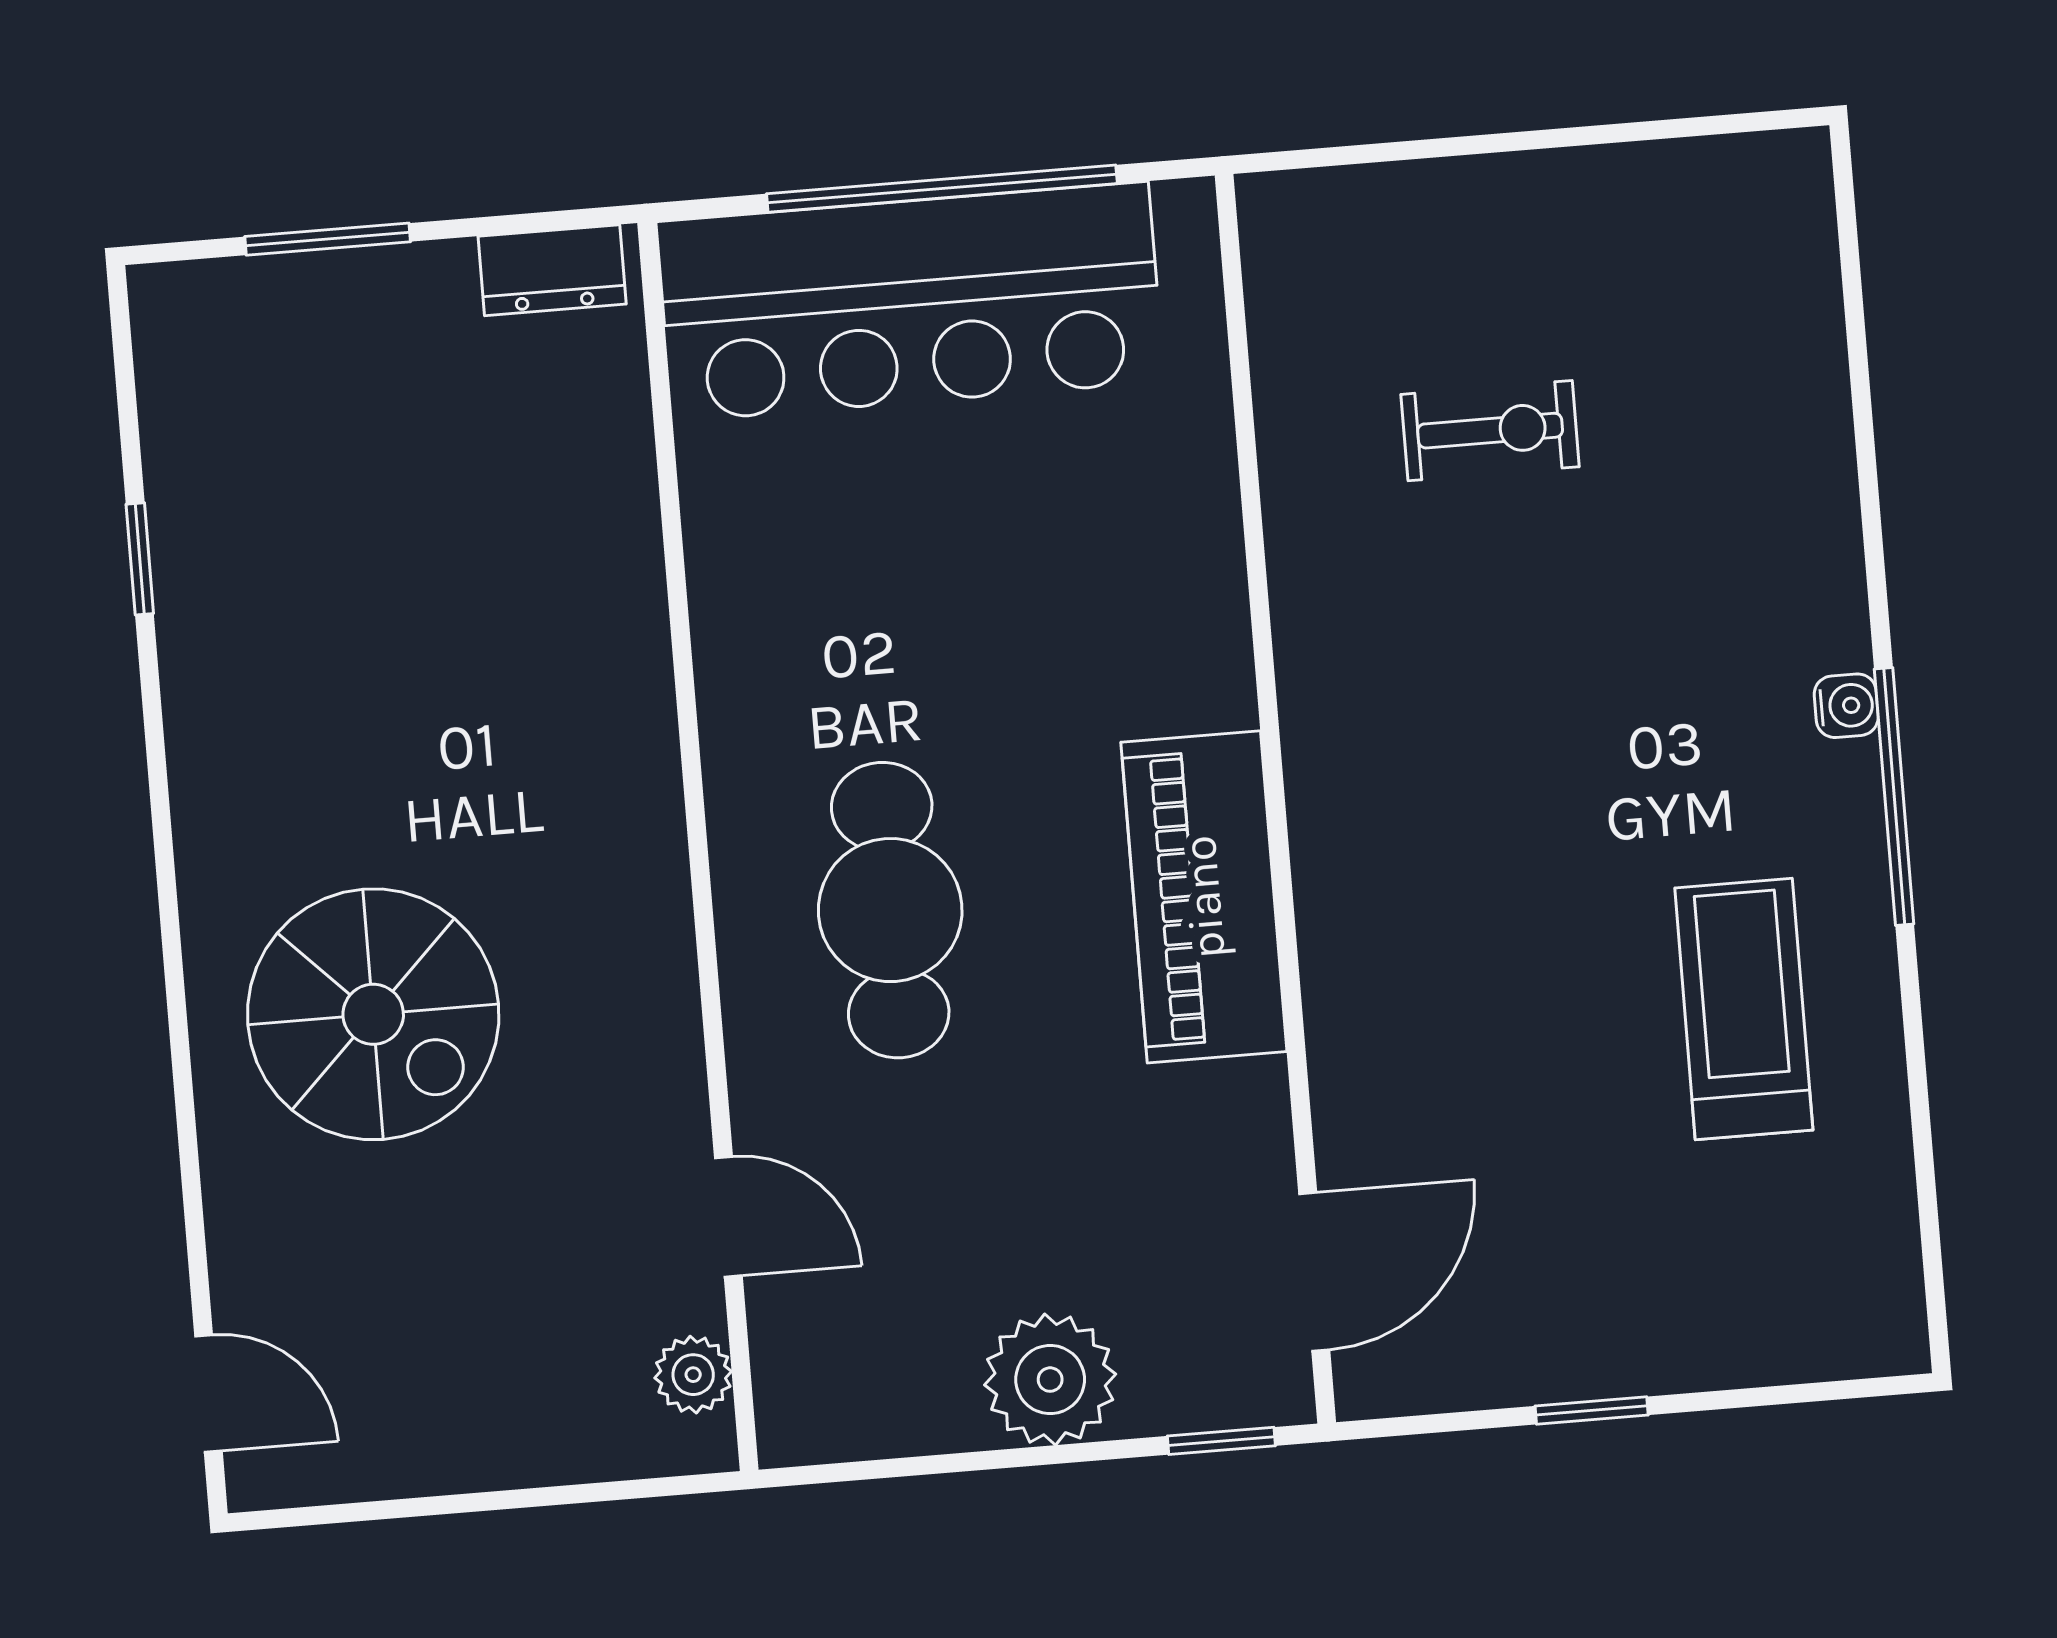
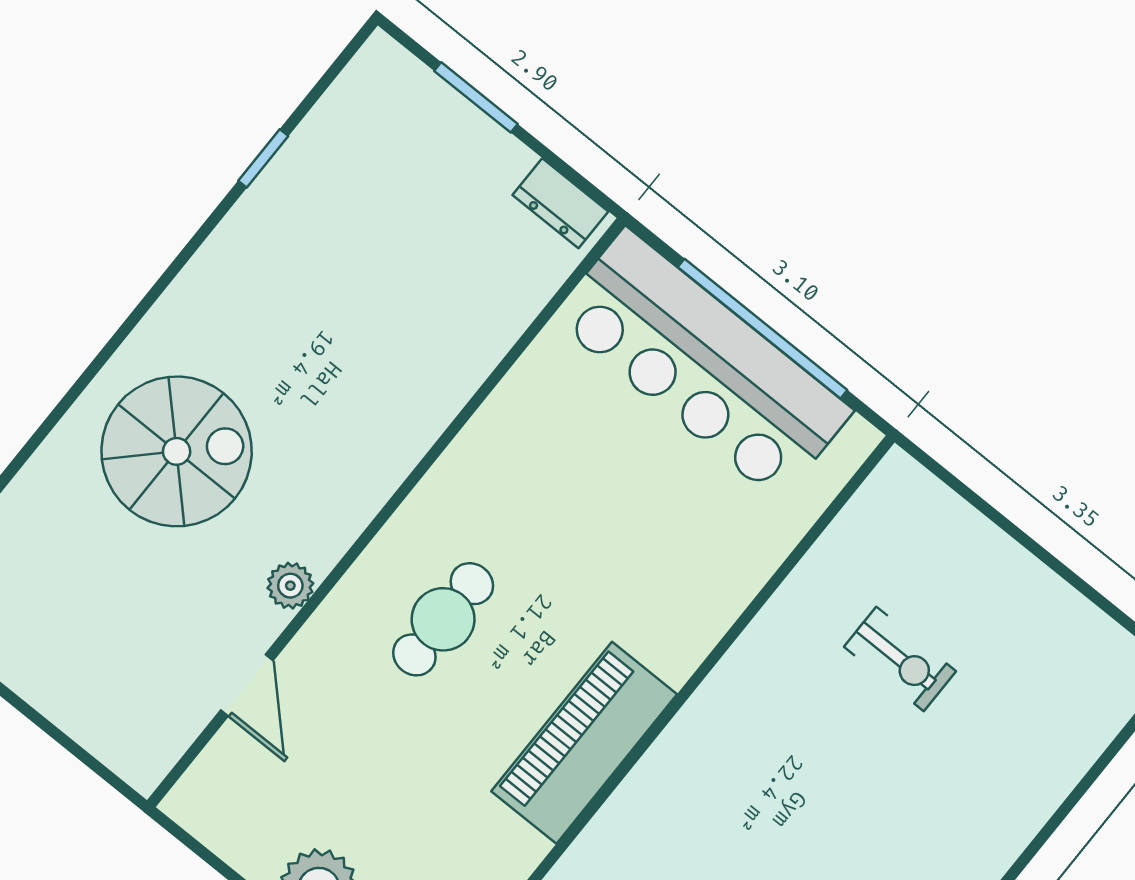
cafe table: (890, 910) -> (443, 619), width x0.73, depth x0.74
spiral stairs: (373, 1014) -> (177, 451), turned -90
plant: (693, 1375) -> (290, 586), moved

